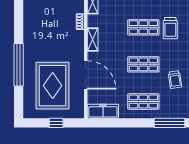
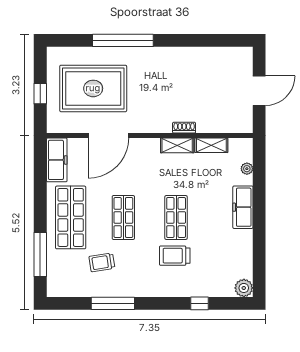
shelving: (93, 40) -> (177, 145), moved
shop shelf: (143, 101) -> (71, 217), width x1.43, depth x1.36

